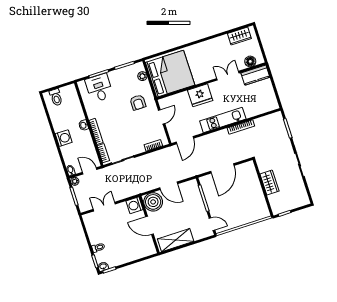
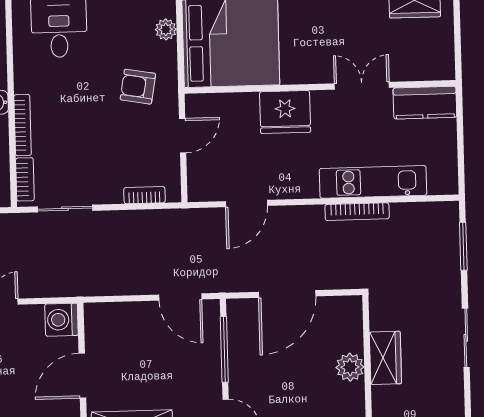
floor lamp: (250, 61) -> (423, 68), removed
armchair: (138, 102) -> (138, 87), turned 100
kitchen unit: (223, 120) -> (373, 182), moved
door: (185, 140) -> (246, 204), moved
door: (169, 186) -> (180, 297), moved
plant: (256, 190) -> (350, 367), added
boiler: (153, 202) -> (106, 324), removed
door: (150, 225) -> (82, 376), hinge flipped

